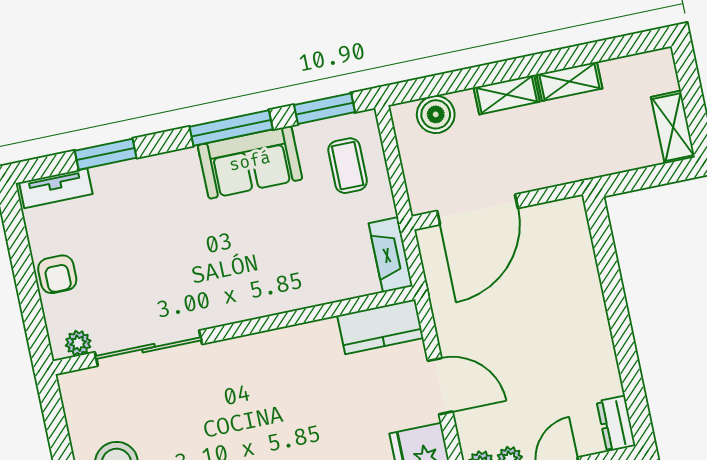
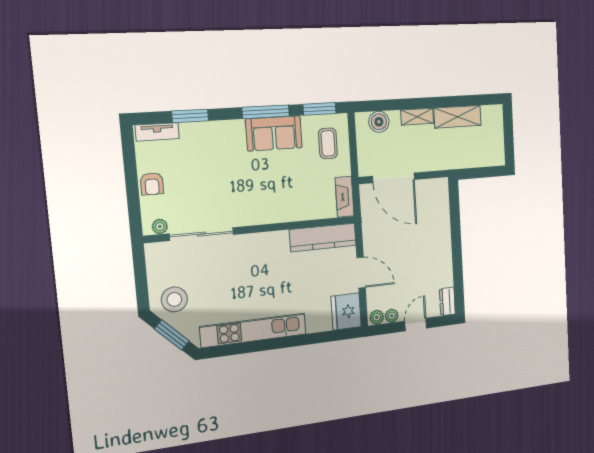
shelving: (569, 81) -> (458, 117), width x1.50, depth x1.33
shelving: (673, 127) -> (497, 148), removed
door: (478, 210) -> (394, 178), hinge flipped
kitchen counter: (380, 327) -> (323, 237), width x1.50

